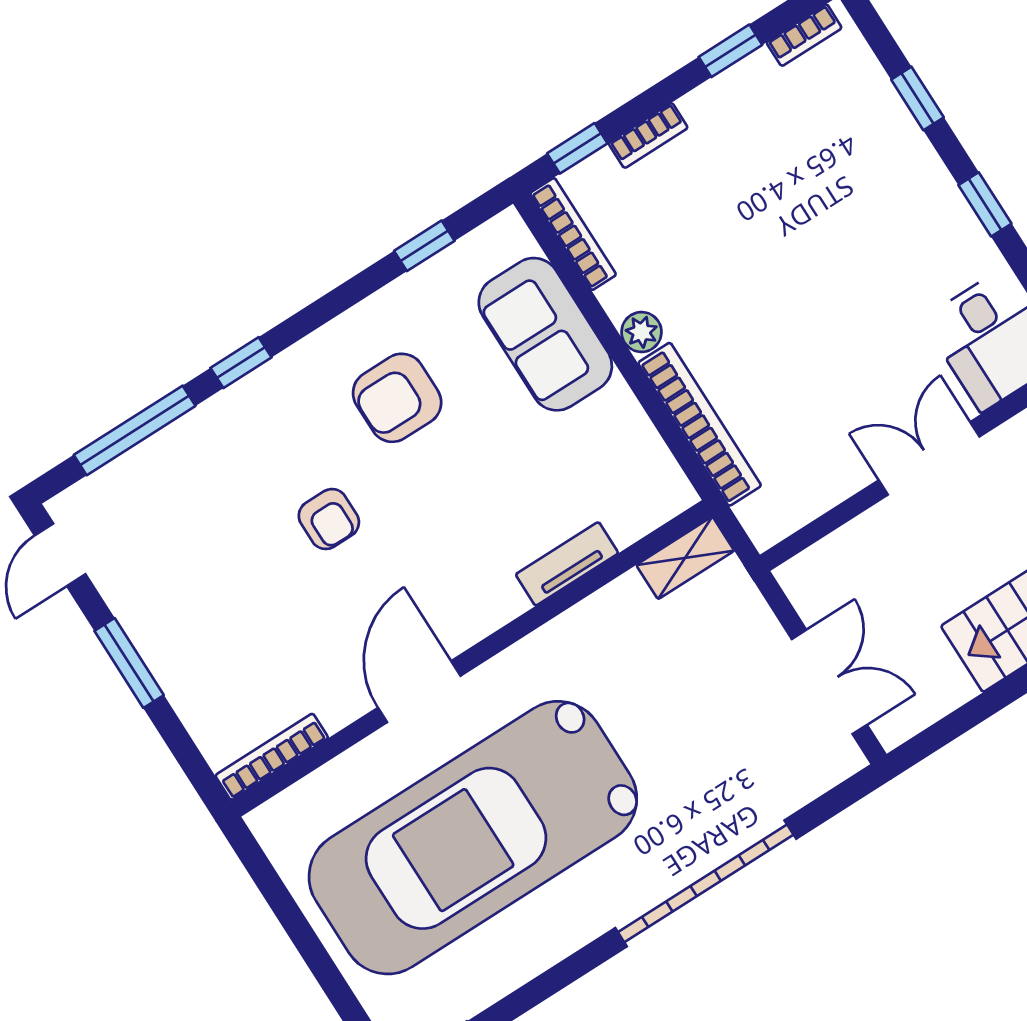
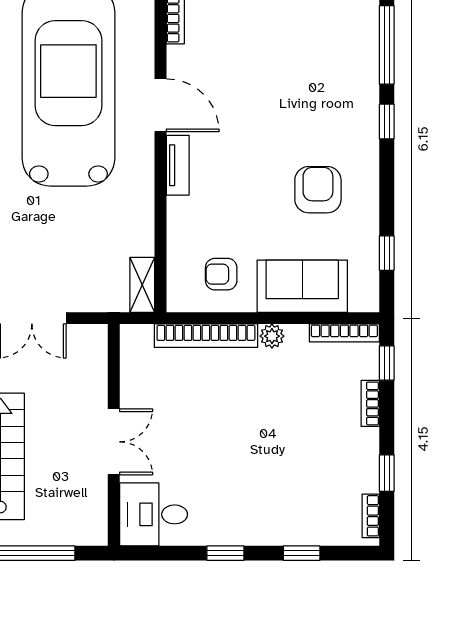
armchair: (329, 519) -> (221, 274), moved
tv unit: (567, 564) -> (178, 165), moved

